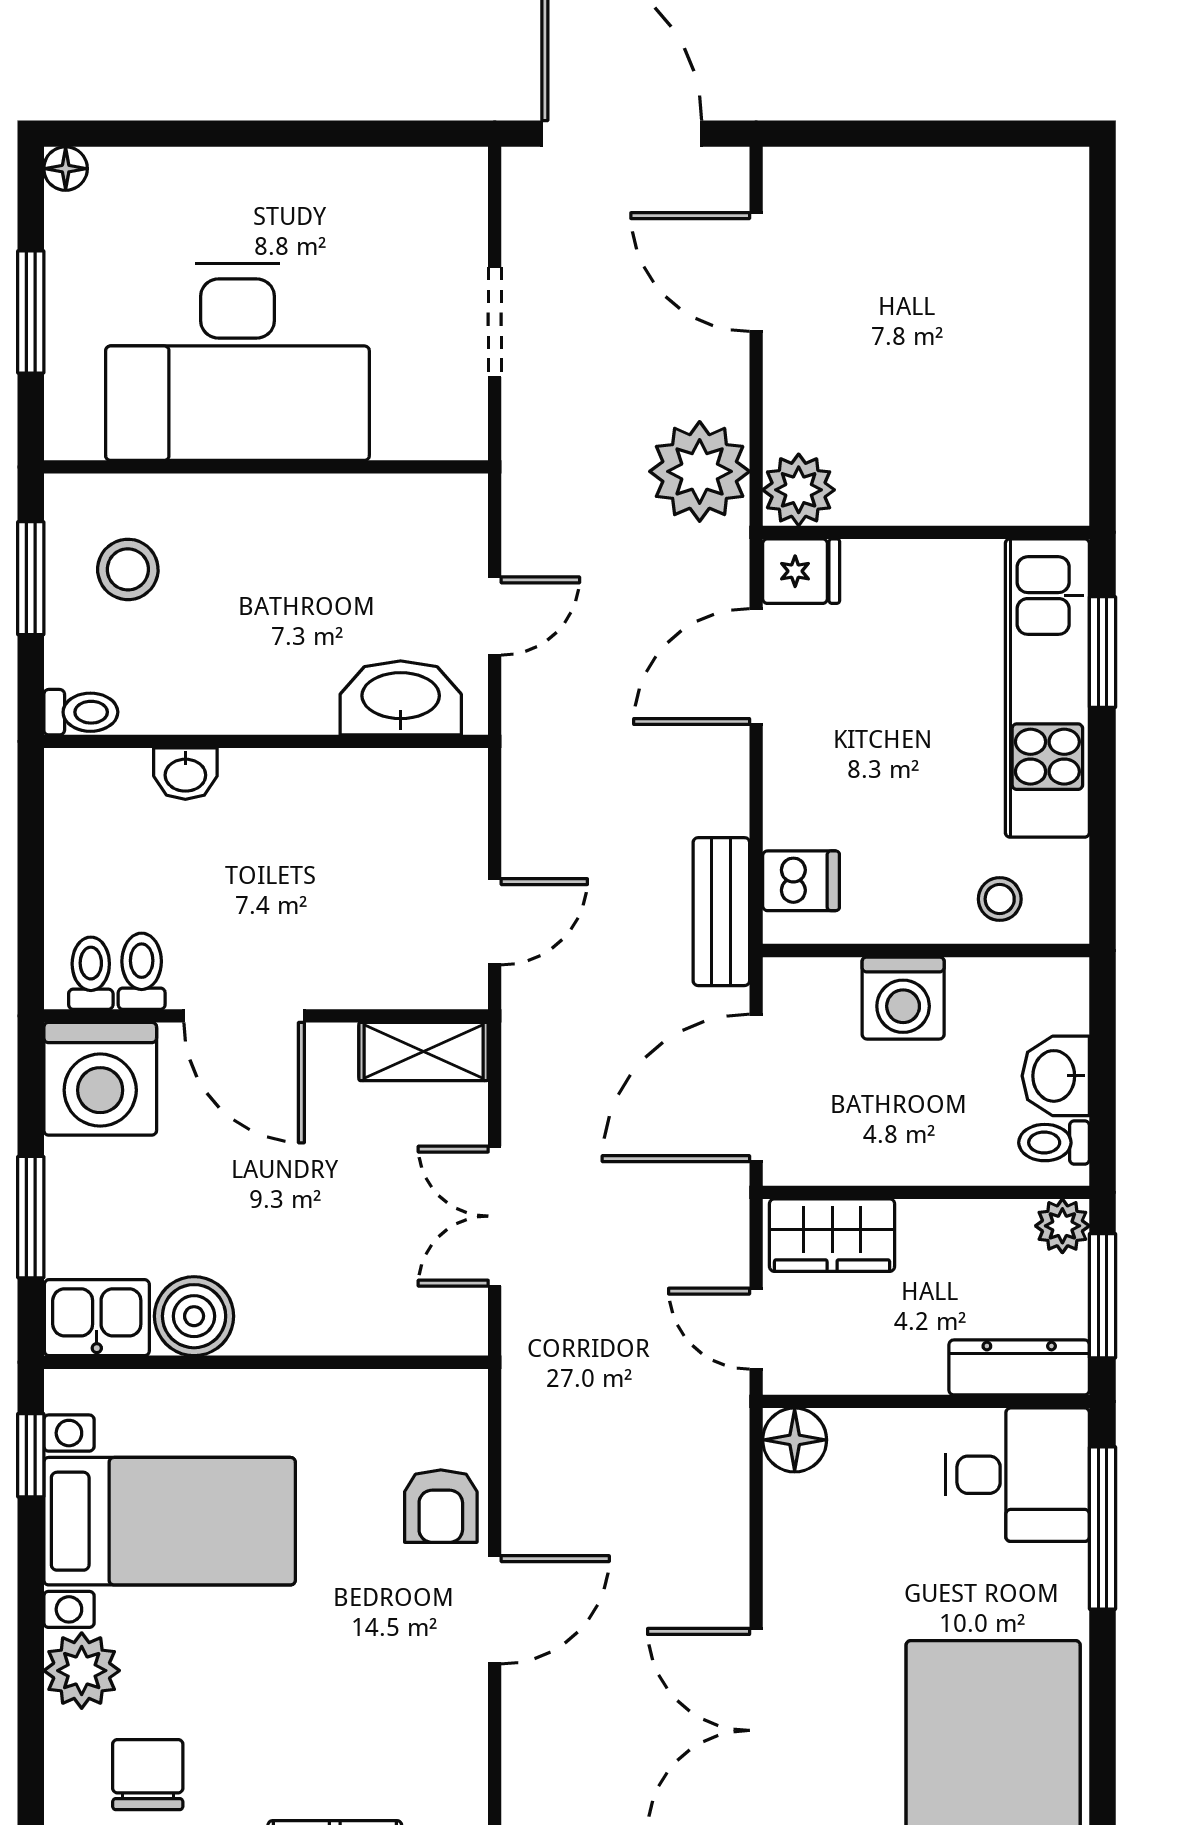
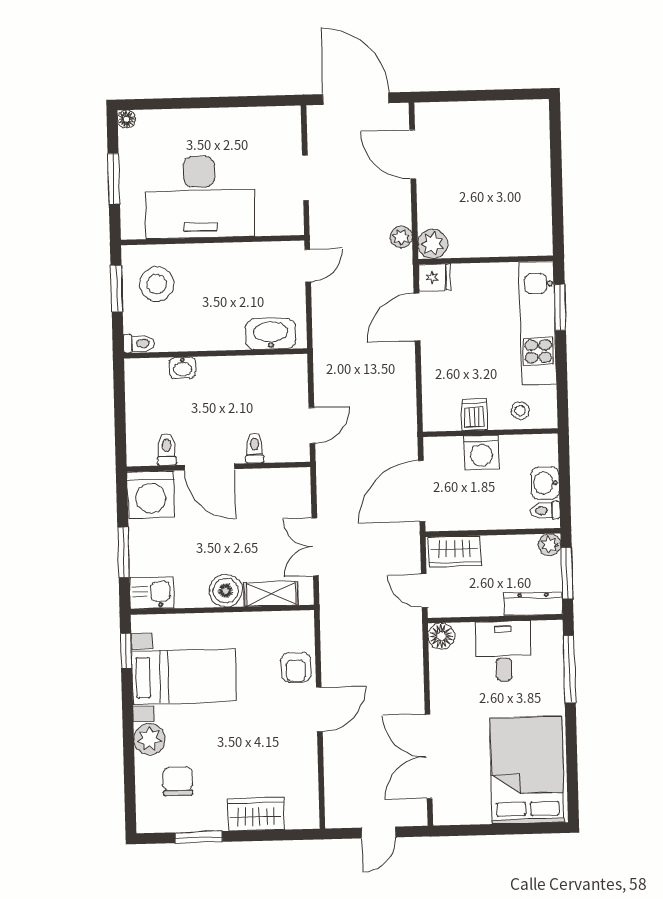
plant: (700, 471) -> (401, 237), width x0.53, depth x0.53
stool: (128, 569) -> (157, 284), width x1.38, depth x1.38
door: (495, 616) -> (308, 266), moved
dishwasher: (801, 881) -> (474, 414), moved, turned -90
bench: (721, 912) -> (405, 419), removed
toilet: (91, 973) -> (255, 448), moved
shelving: (424, 1052) -> (271, 594), moved
boiler: (194, 1316) -> (226, 591), moved
desk: (1017, 1475) -> (504, 651), moved, turned -90

